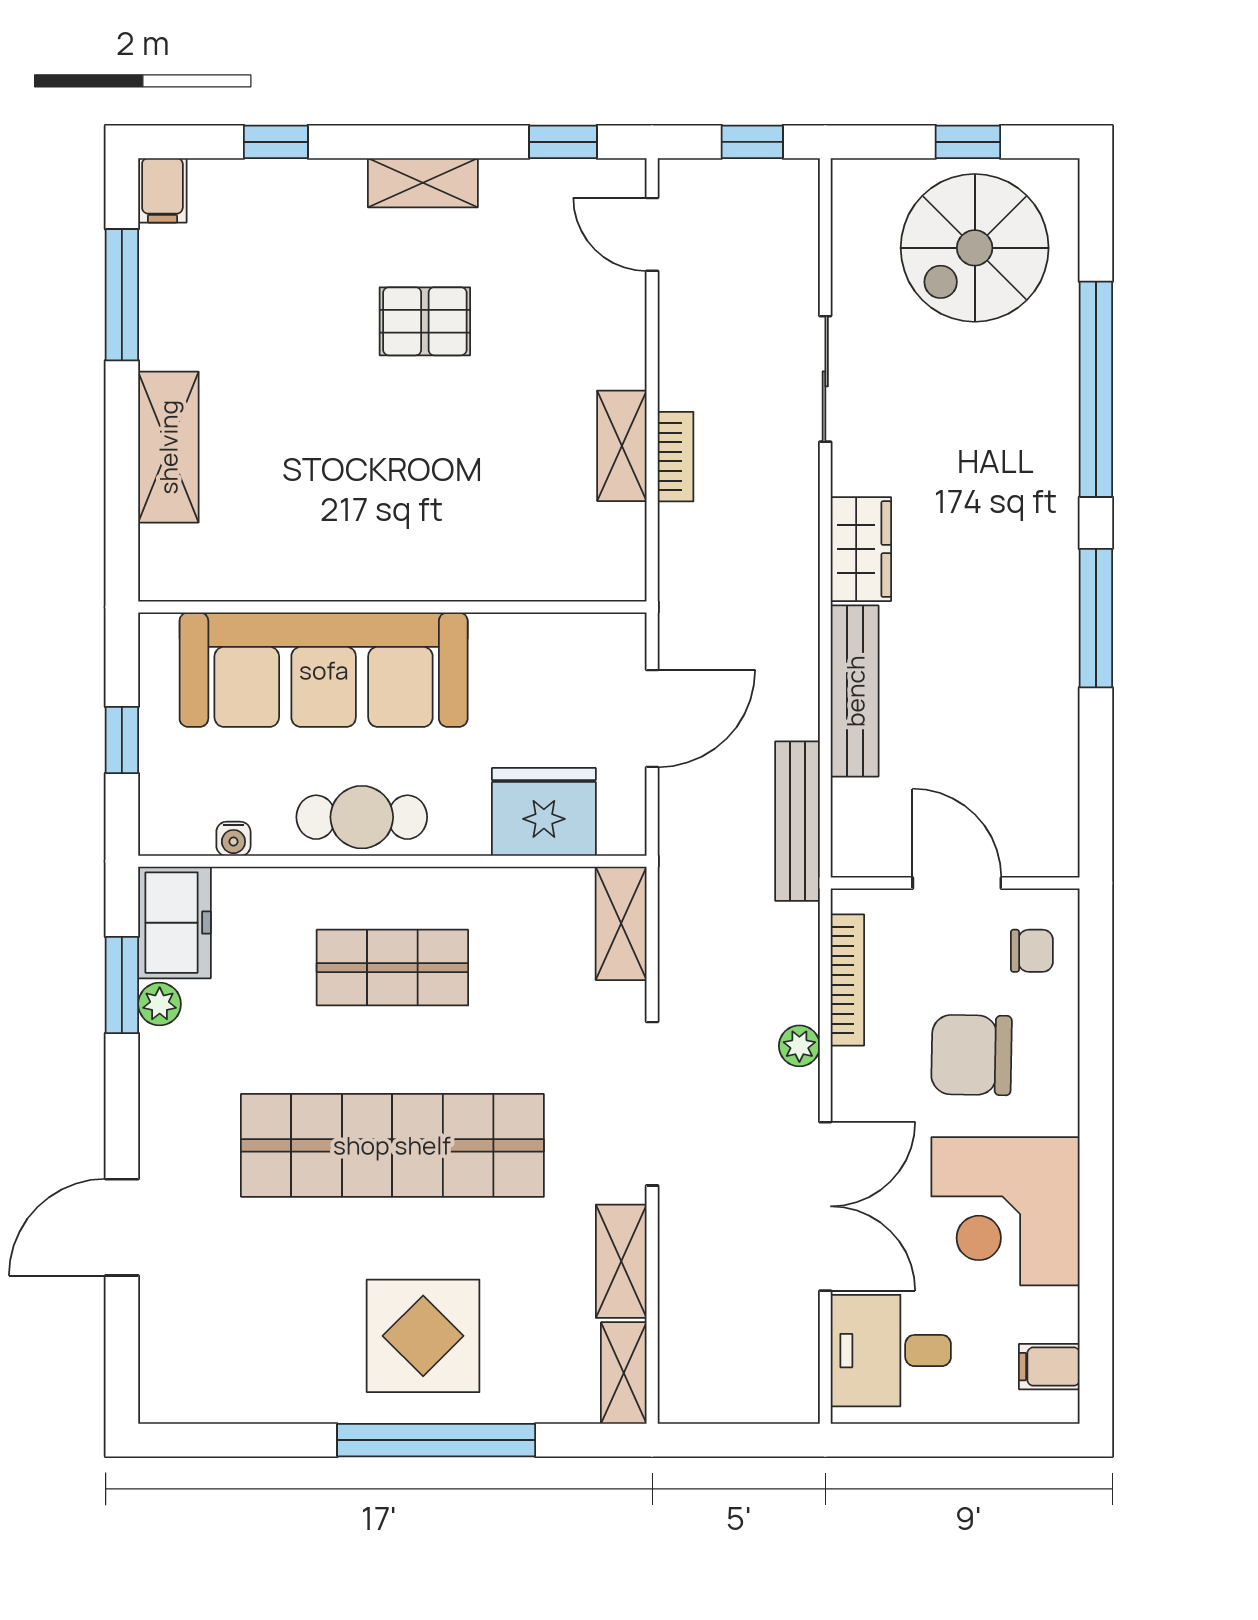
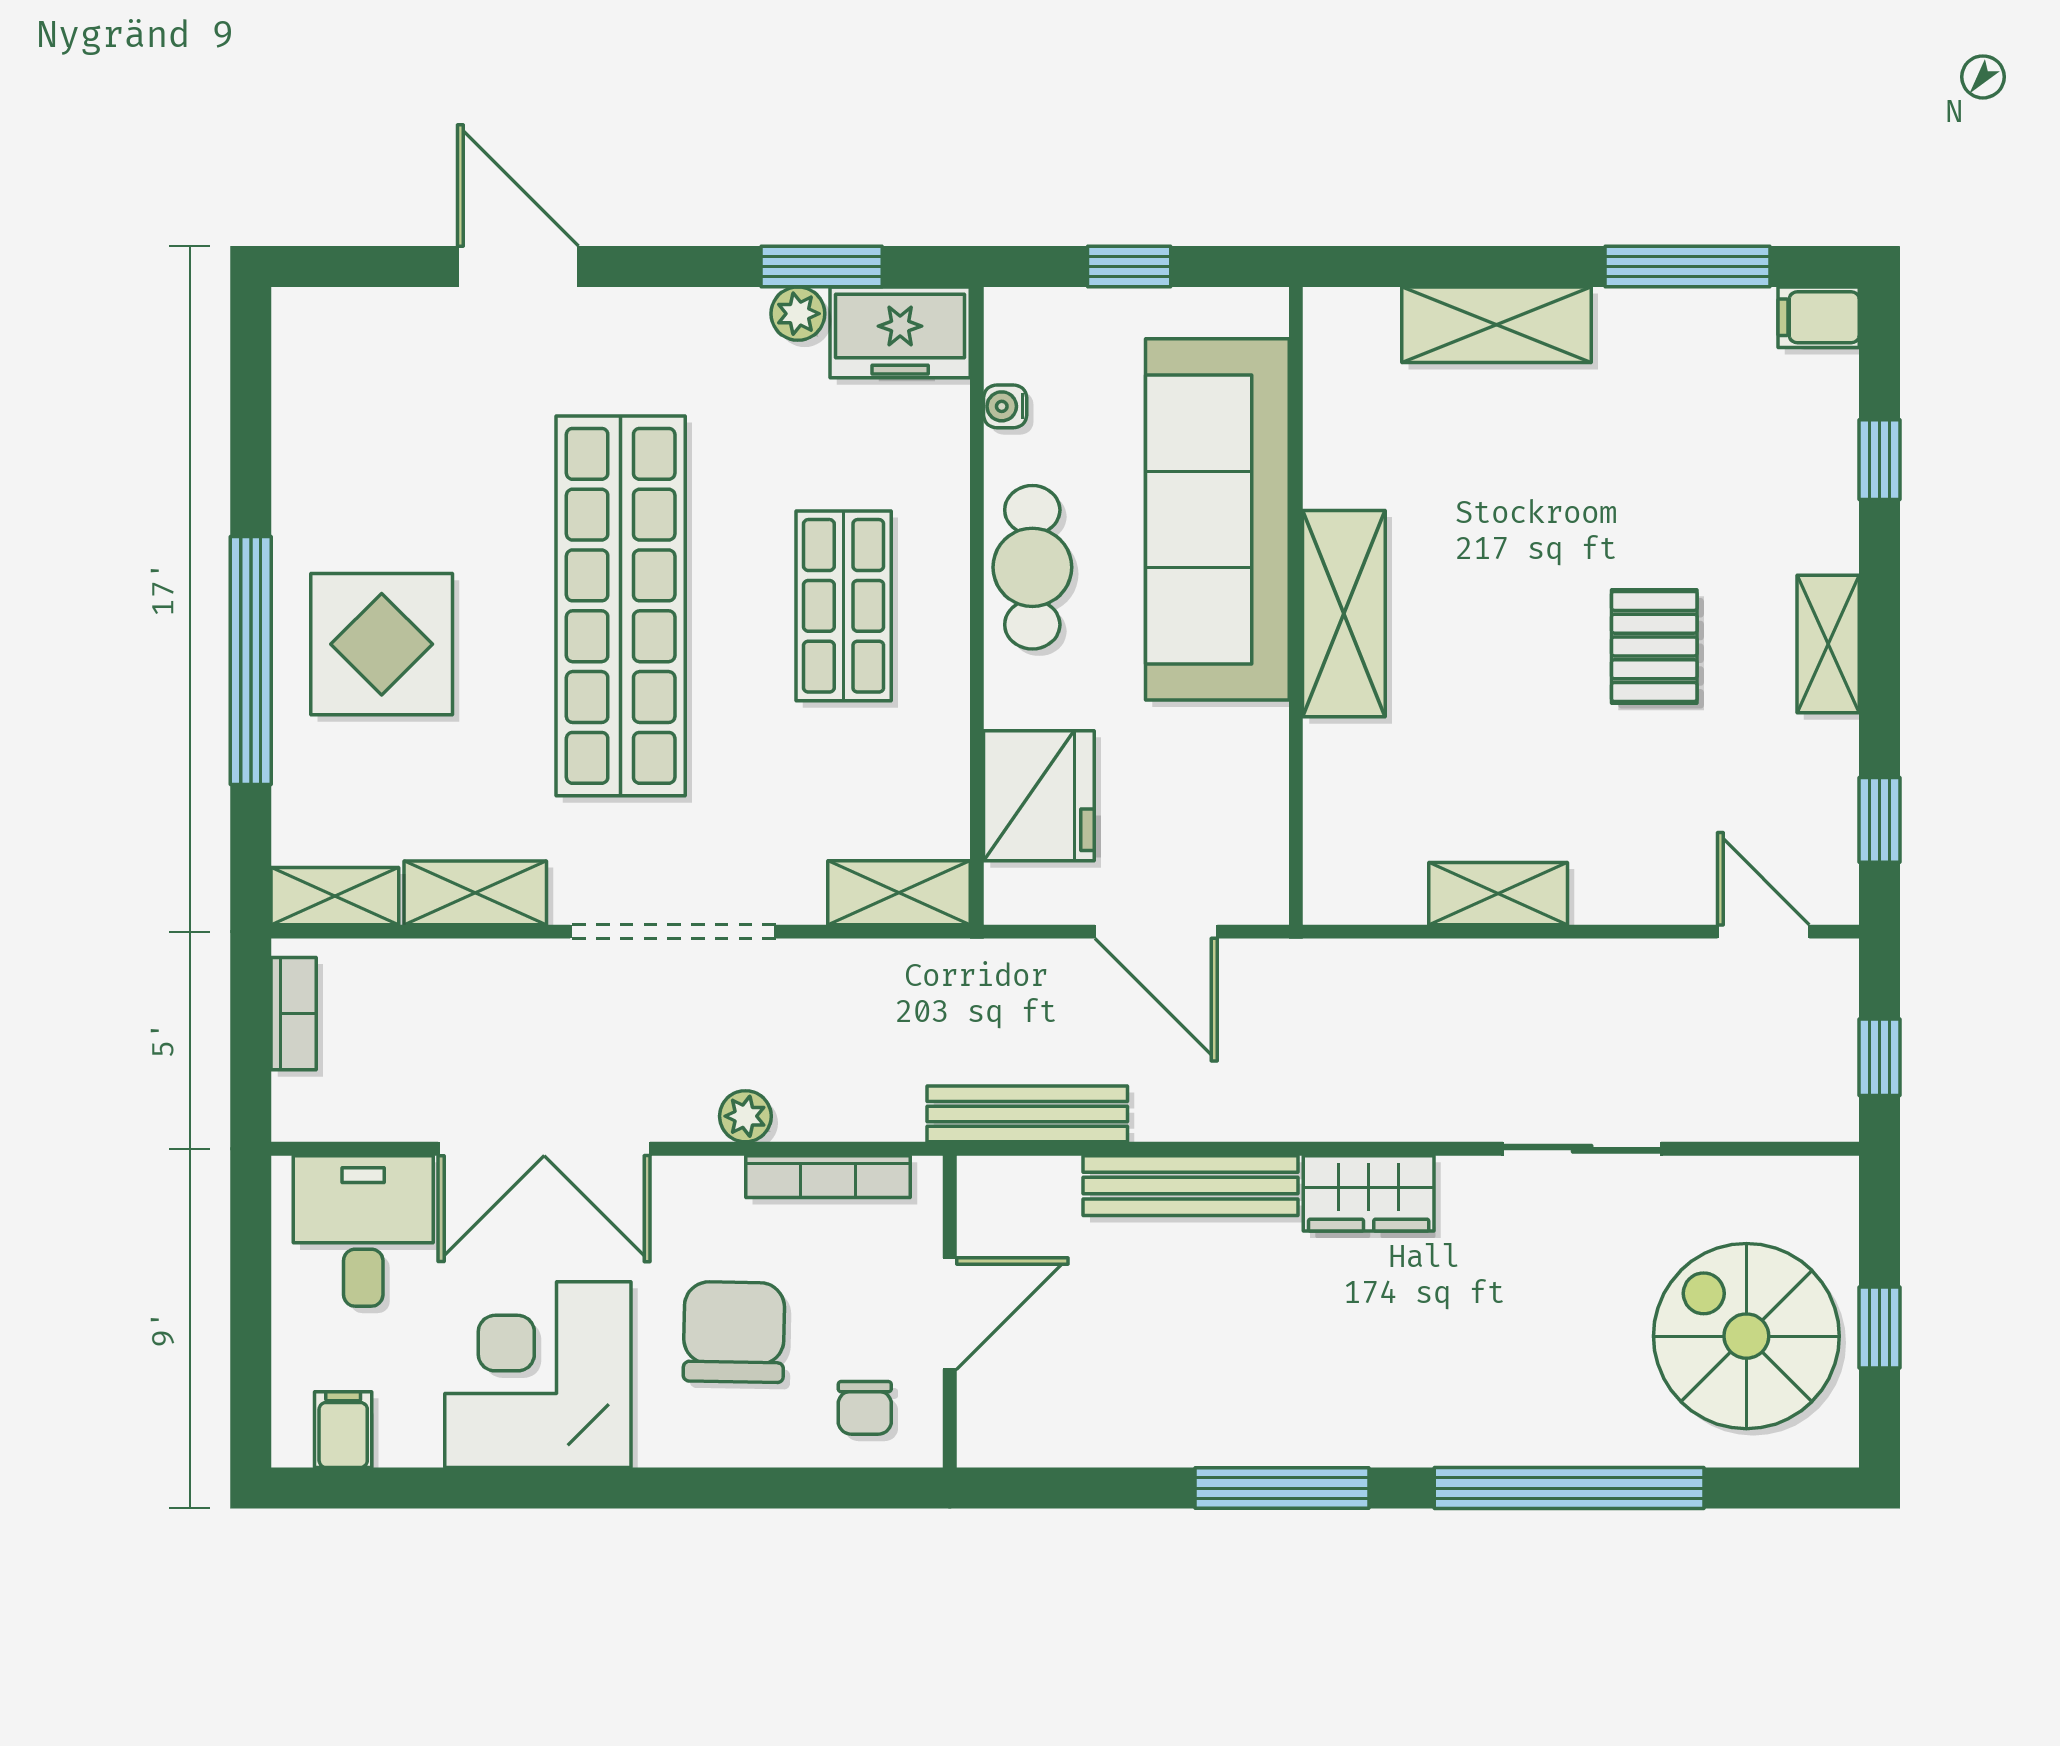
door: (652, 234) -> (1763, 932), hinge flipped
bookcase: (675, 457) -> (294, 1014), moved, turned -90
shelving: (399, 569) -> (1344, 614), added

